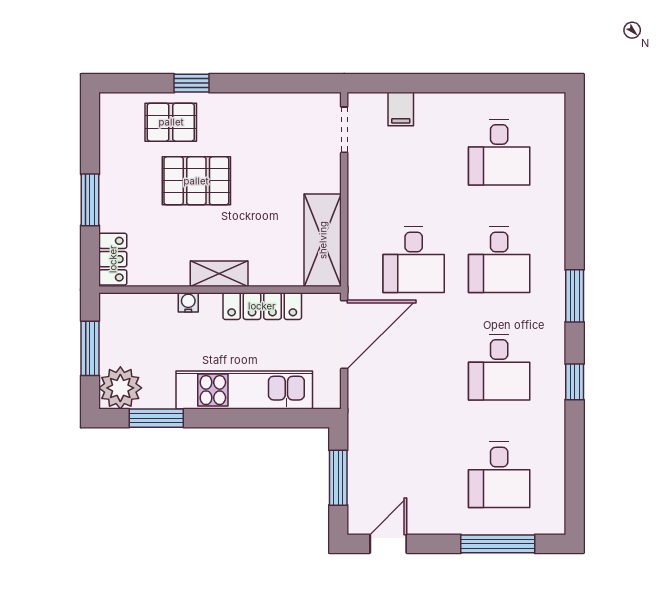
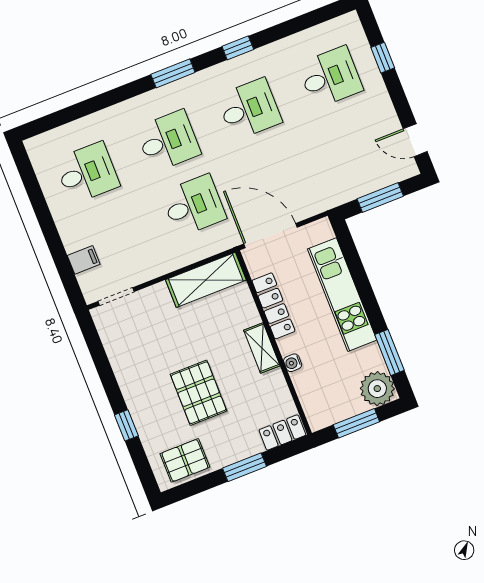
pallet: (171, 122) -> (185, 460), moved, turned 90
window: (498, 544) -> (383, 58), width x0.46

